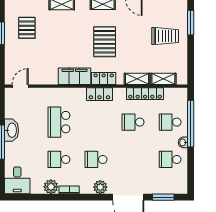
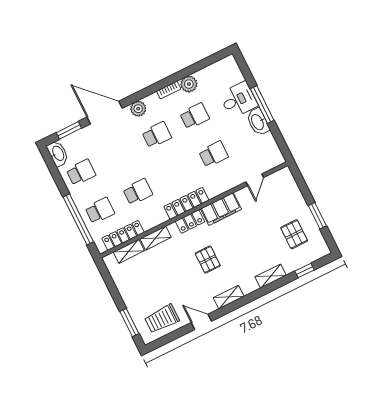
trolley: (165, 36) -> (162, 319), moved
pallet: (105, 42) -> (208, 260), width x0.67, depth x0.71
door: (20, 86) -> (255, 180), moved
locker: (99, 94) -> (186, 203), width x1.53
locker: (145, 94) -> (123, 235), moved
school desk: (59, 122) -> (213, 154), width x0.54
washbasin: (183, 142) -> (58, 153), moved, width x1.91, depth x1.45
desk: (17, 180) -> (238, 100), moved, turned 90

